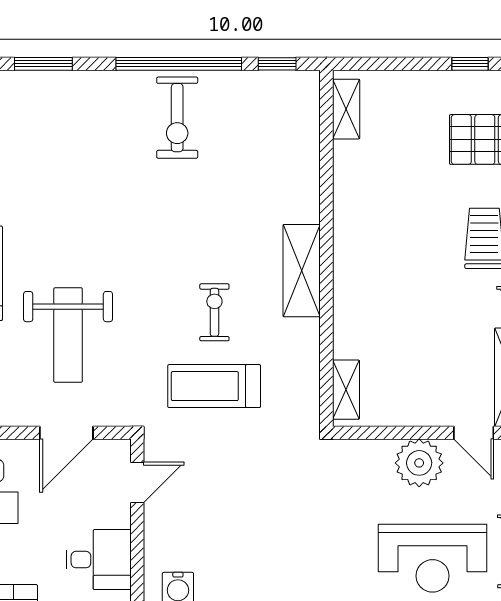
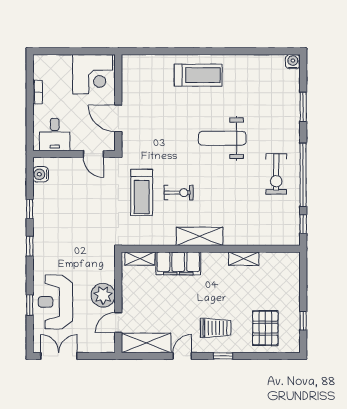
shelving: (346, 109) -> (244, 259), moved
exercise bike: (177, 118) -> (276, 174), turned -90
filing cabinet: (356, 313) -> (178, 263), added
weight bench: (68, 335) -> (222, 138), moved
treadmill: (214, 386) -> (142, 192), turned 180

